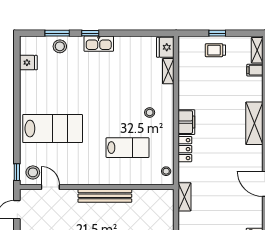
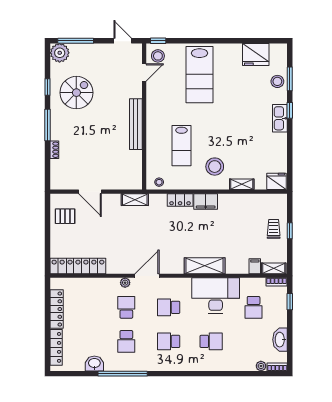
fridge: (28, 63) -> (256, 54), width x1.88, depth x1.34
shelving: (168, 71) -> (242, 184), moved
stool: (150, 113) -> (215, 167), width x1.89, depth x1.89

